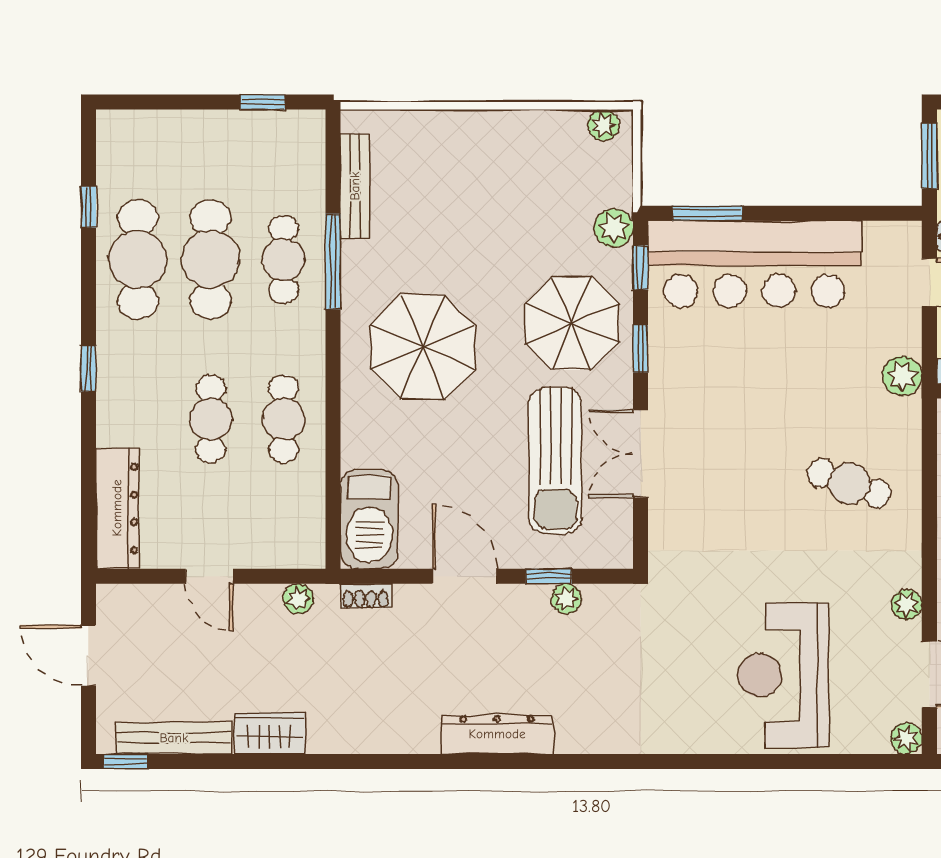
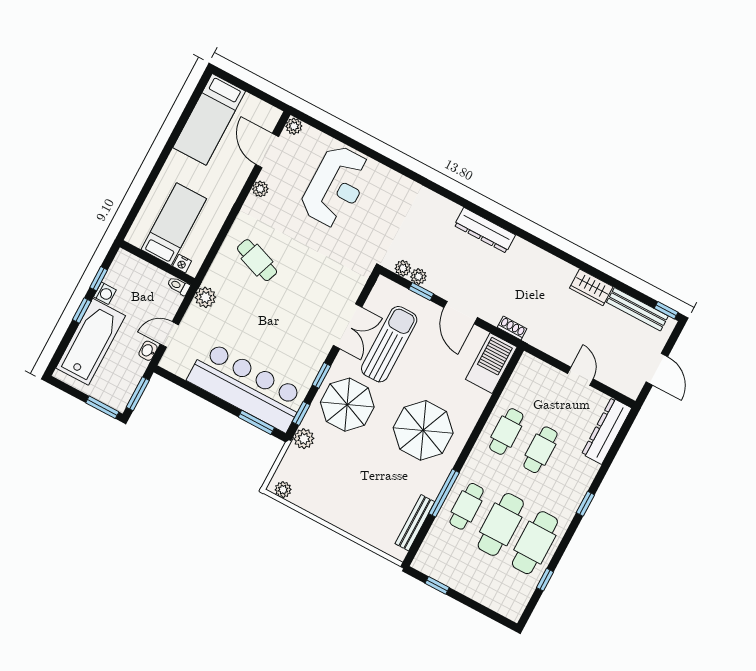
plant: (298, 599) -> (403, 268), moved

